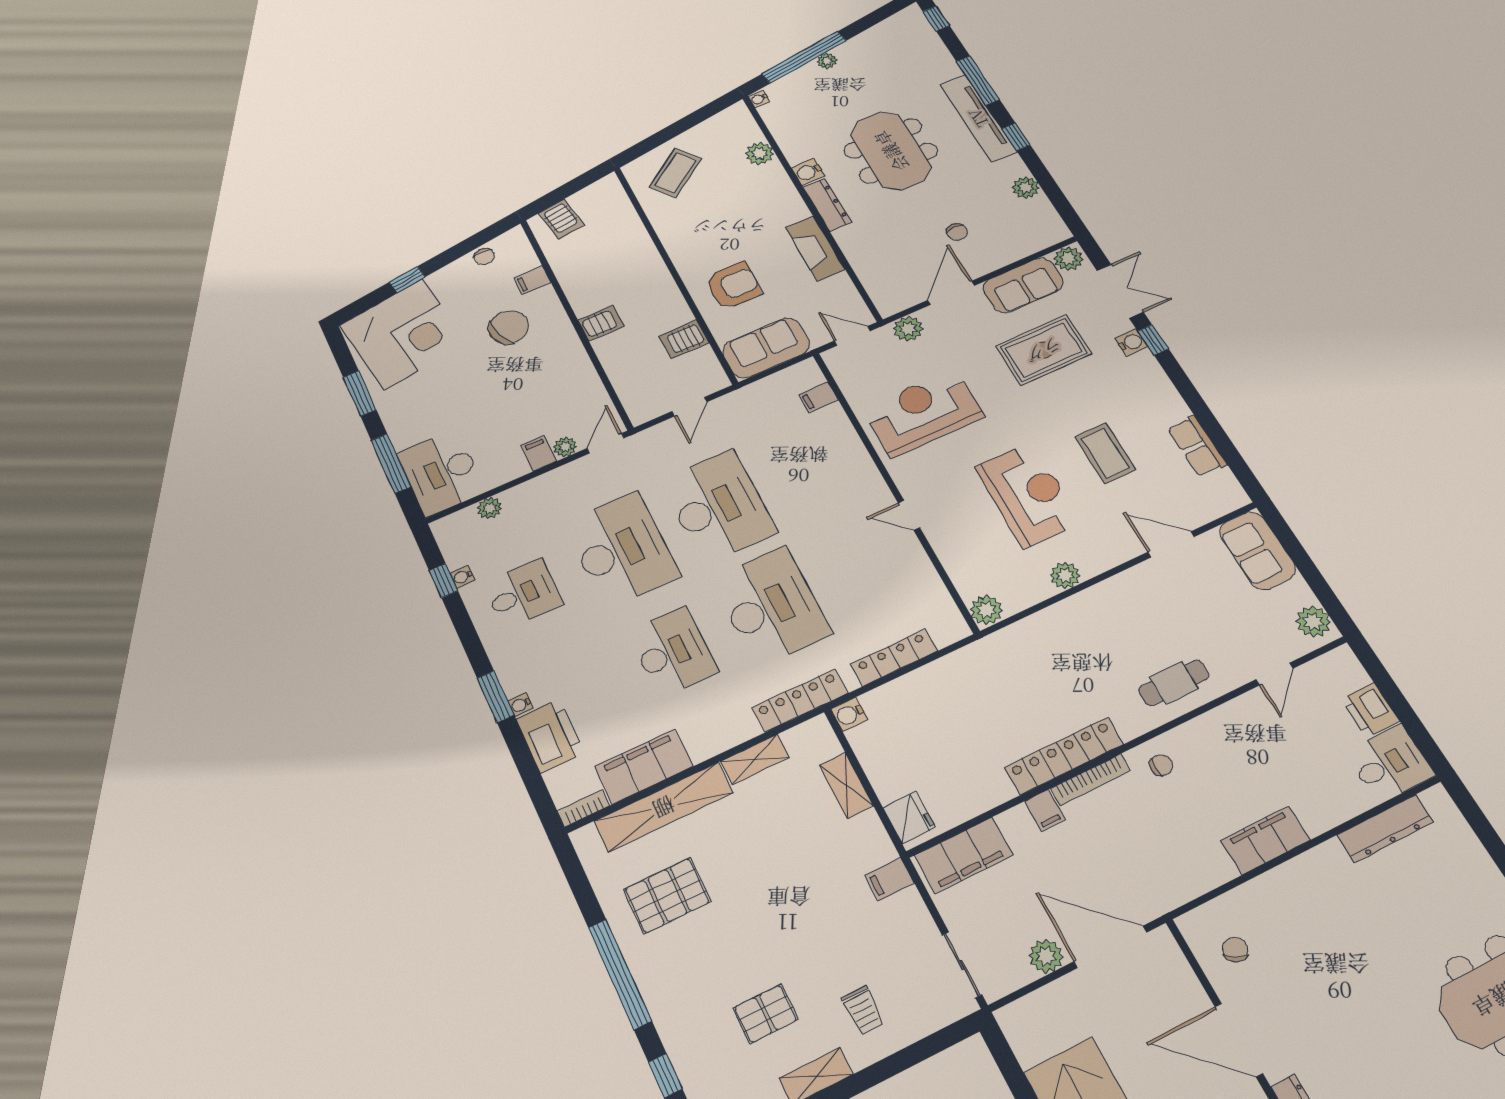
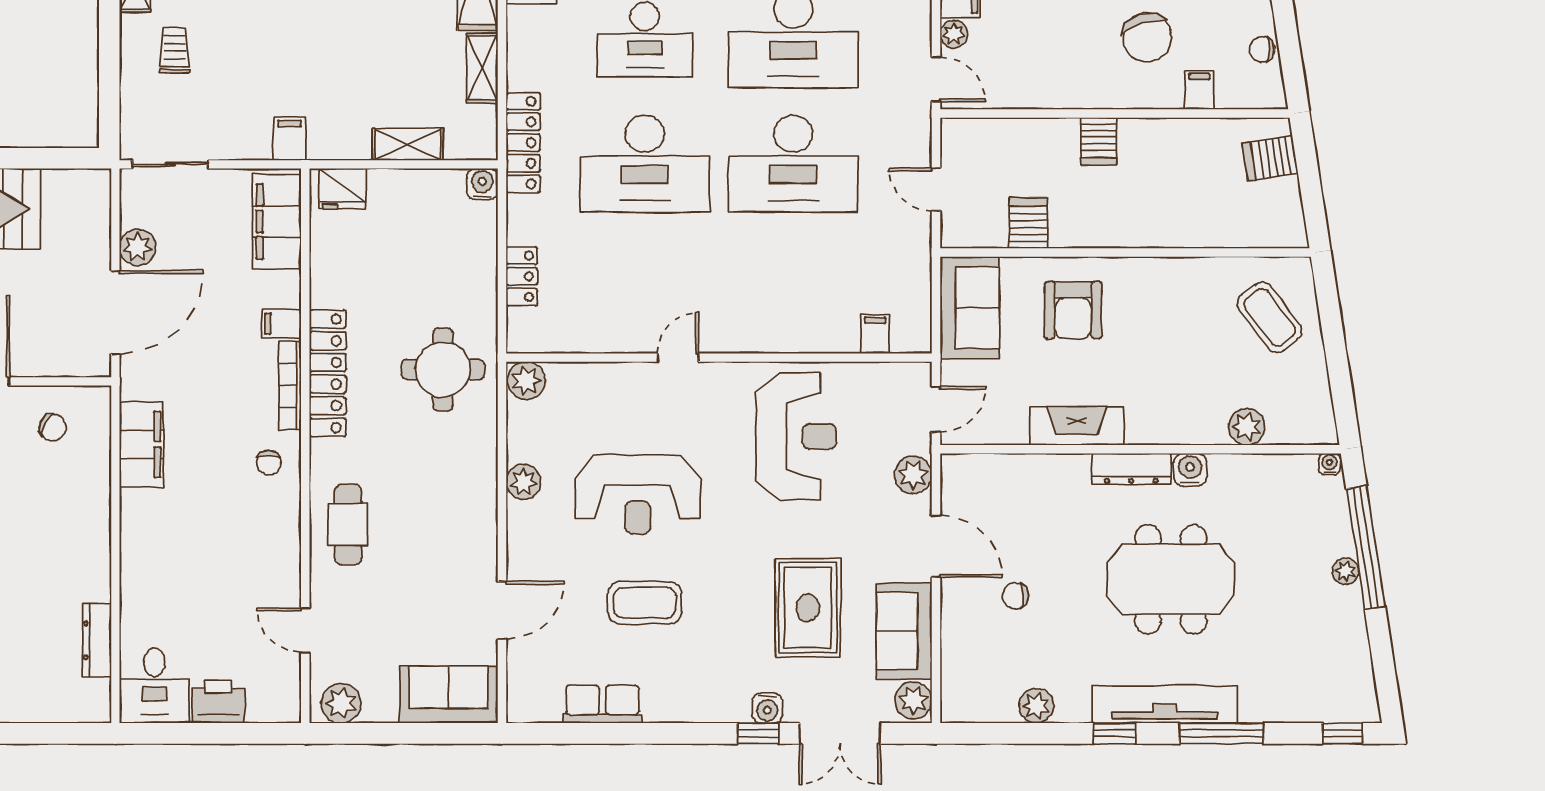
locker: (894, 658) -> (522, 276), width x0.66
round table: (1012, 673) -> (443, 370), added
dresser: (1385, 828) -> (97, 640), width x0.73, depth x0.80
filing cabinet: (1265, 840) -> (142, 444), moved
trolley: (863, 1010) -> (175, 50), turned 90

